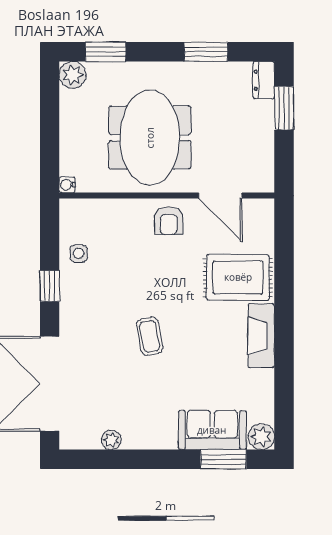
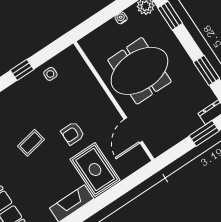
water cooler: (67, 185) -> (121, 18), moved
armchair: (169, 220) -> (73, 133), moved

